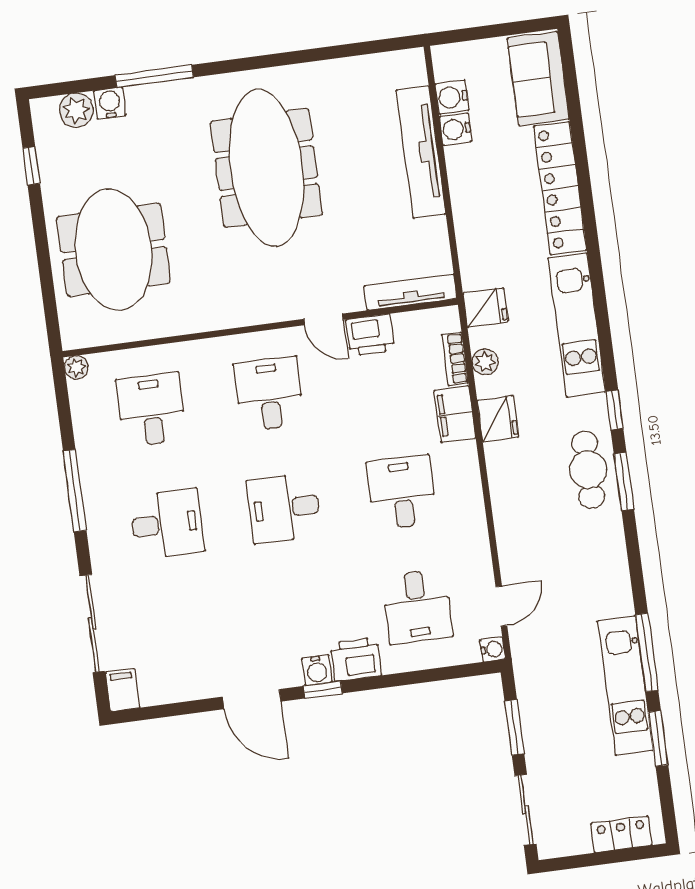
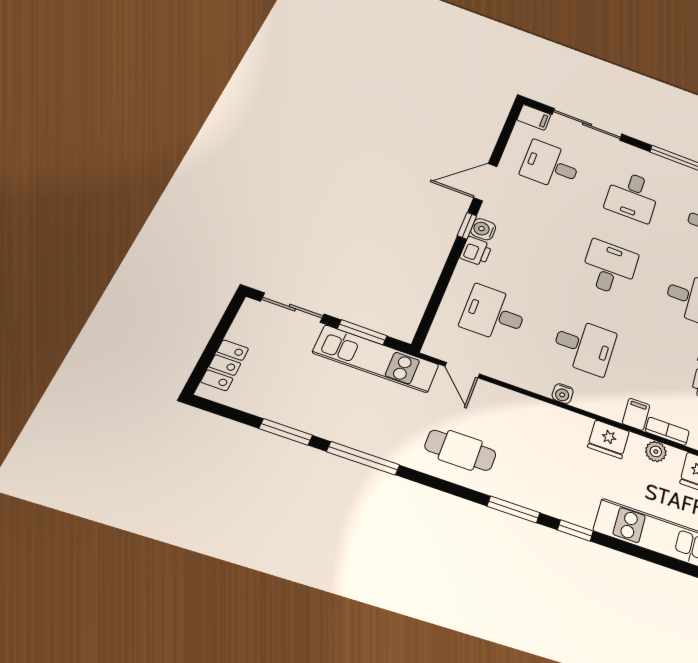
filing cabinet: (455, 414) -> (636, 414), width x0.50
cafe table: (588, 470) -> (460, 450), moved
desk: (182, 638) -> (551, 165), added
water cooler: (493, 649) -> (563, 394), moved
printer: (356, 659) -> (476, 251), width x0.73, depth x0.81
kitchen unit: (625, 686) -> (376, 359), moved, turned 180

